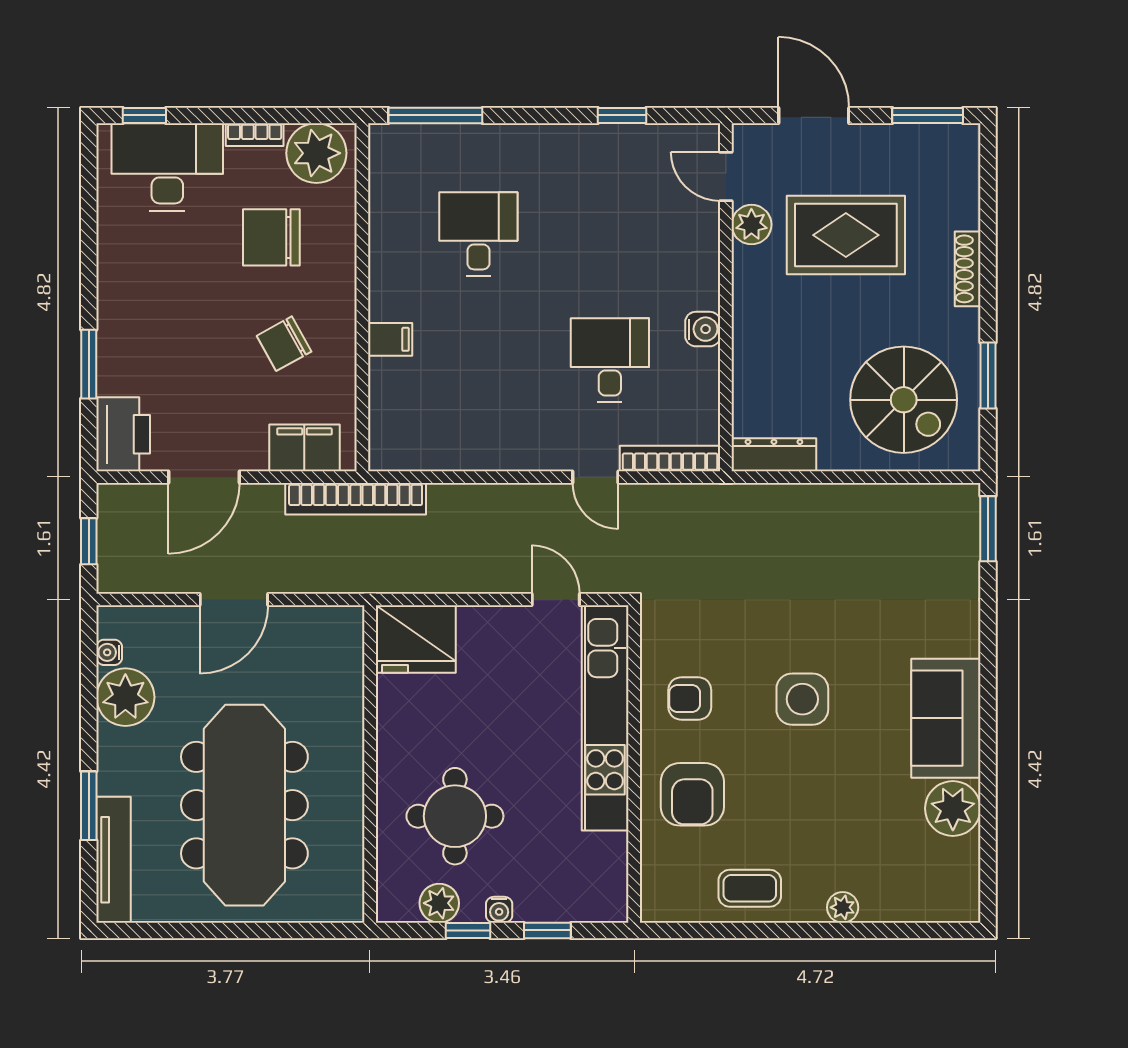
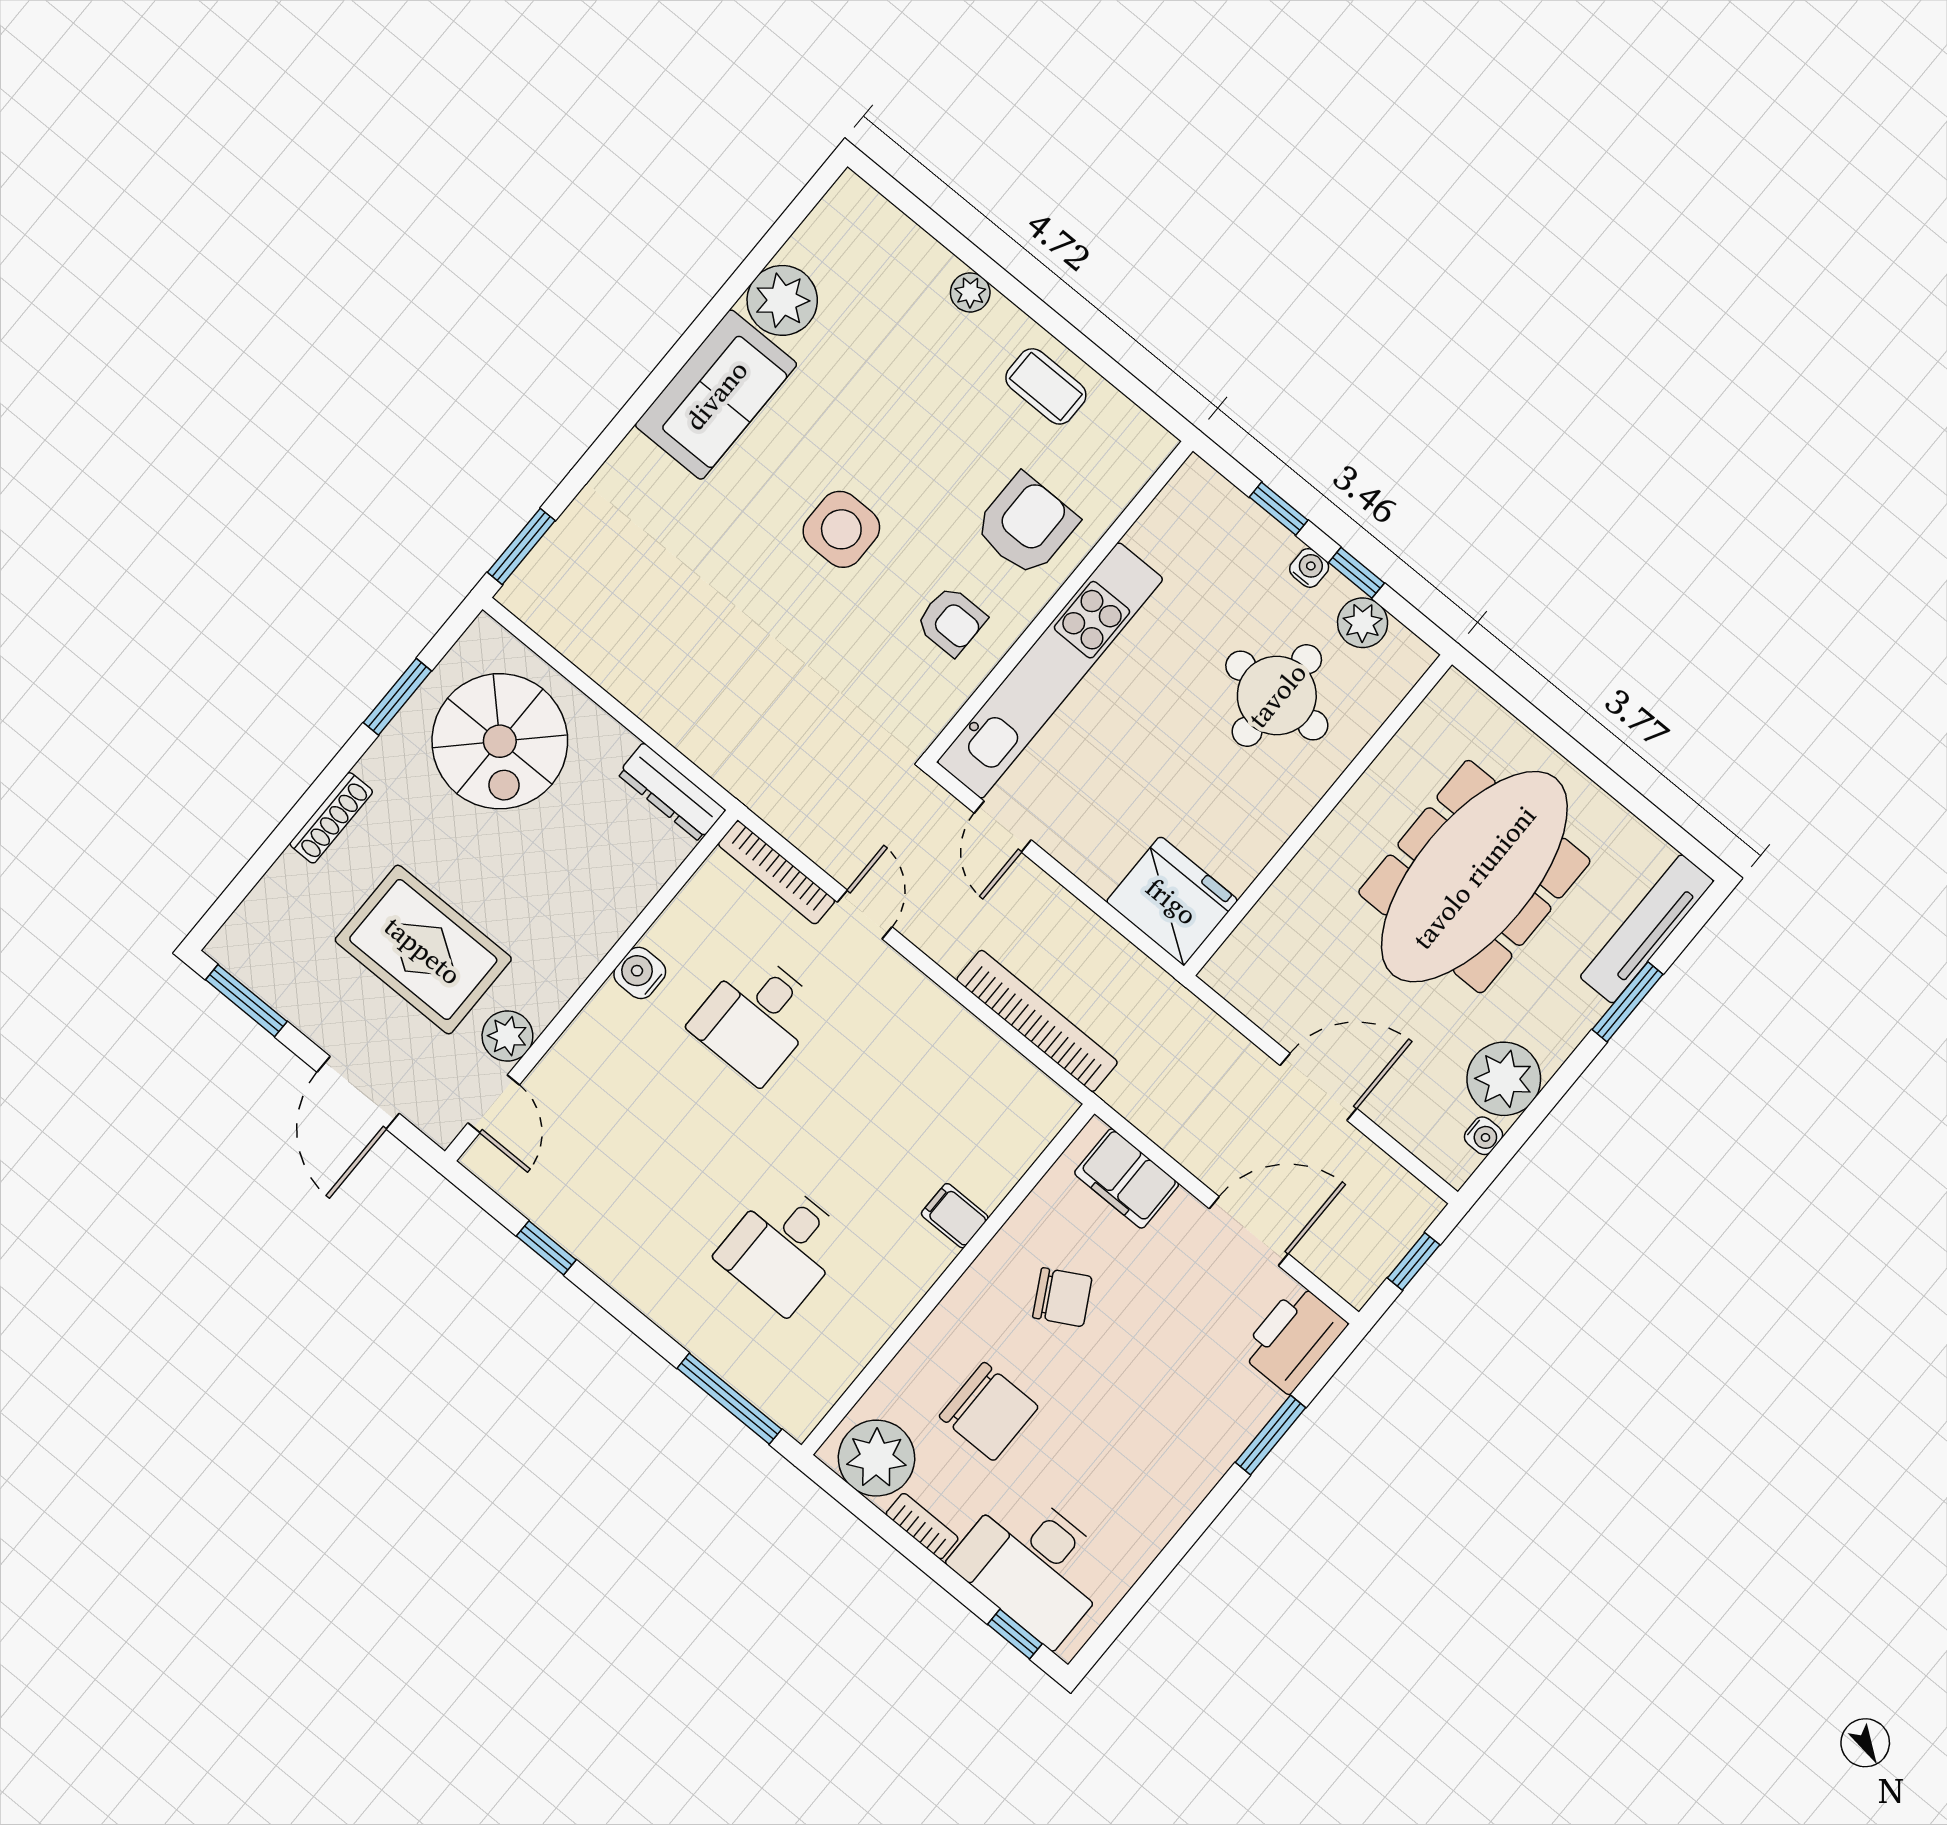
spiral stairs: (904, 400) -> (500, 741), turned 180
bookcase: (356, 499) -> (1037, 1021), moved

